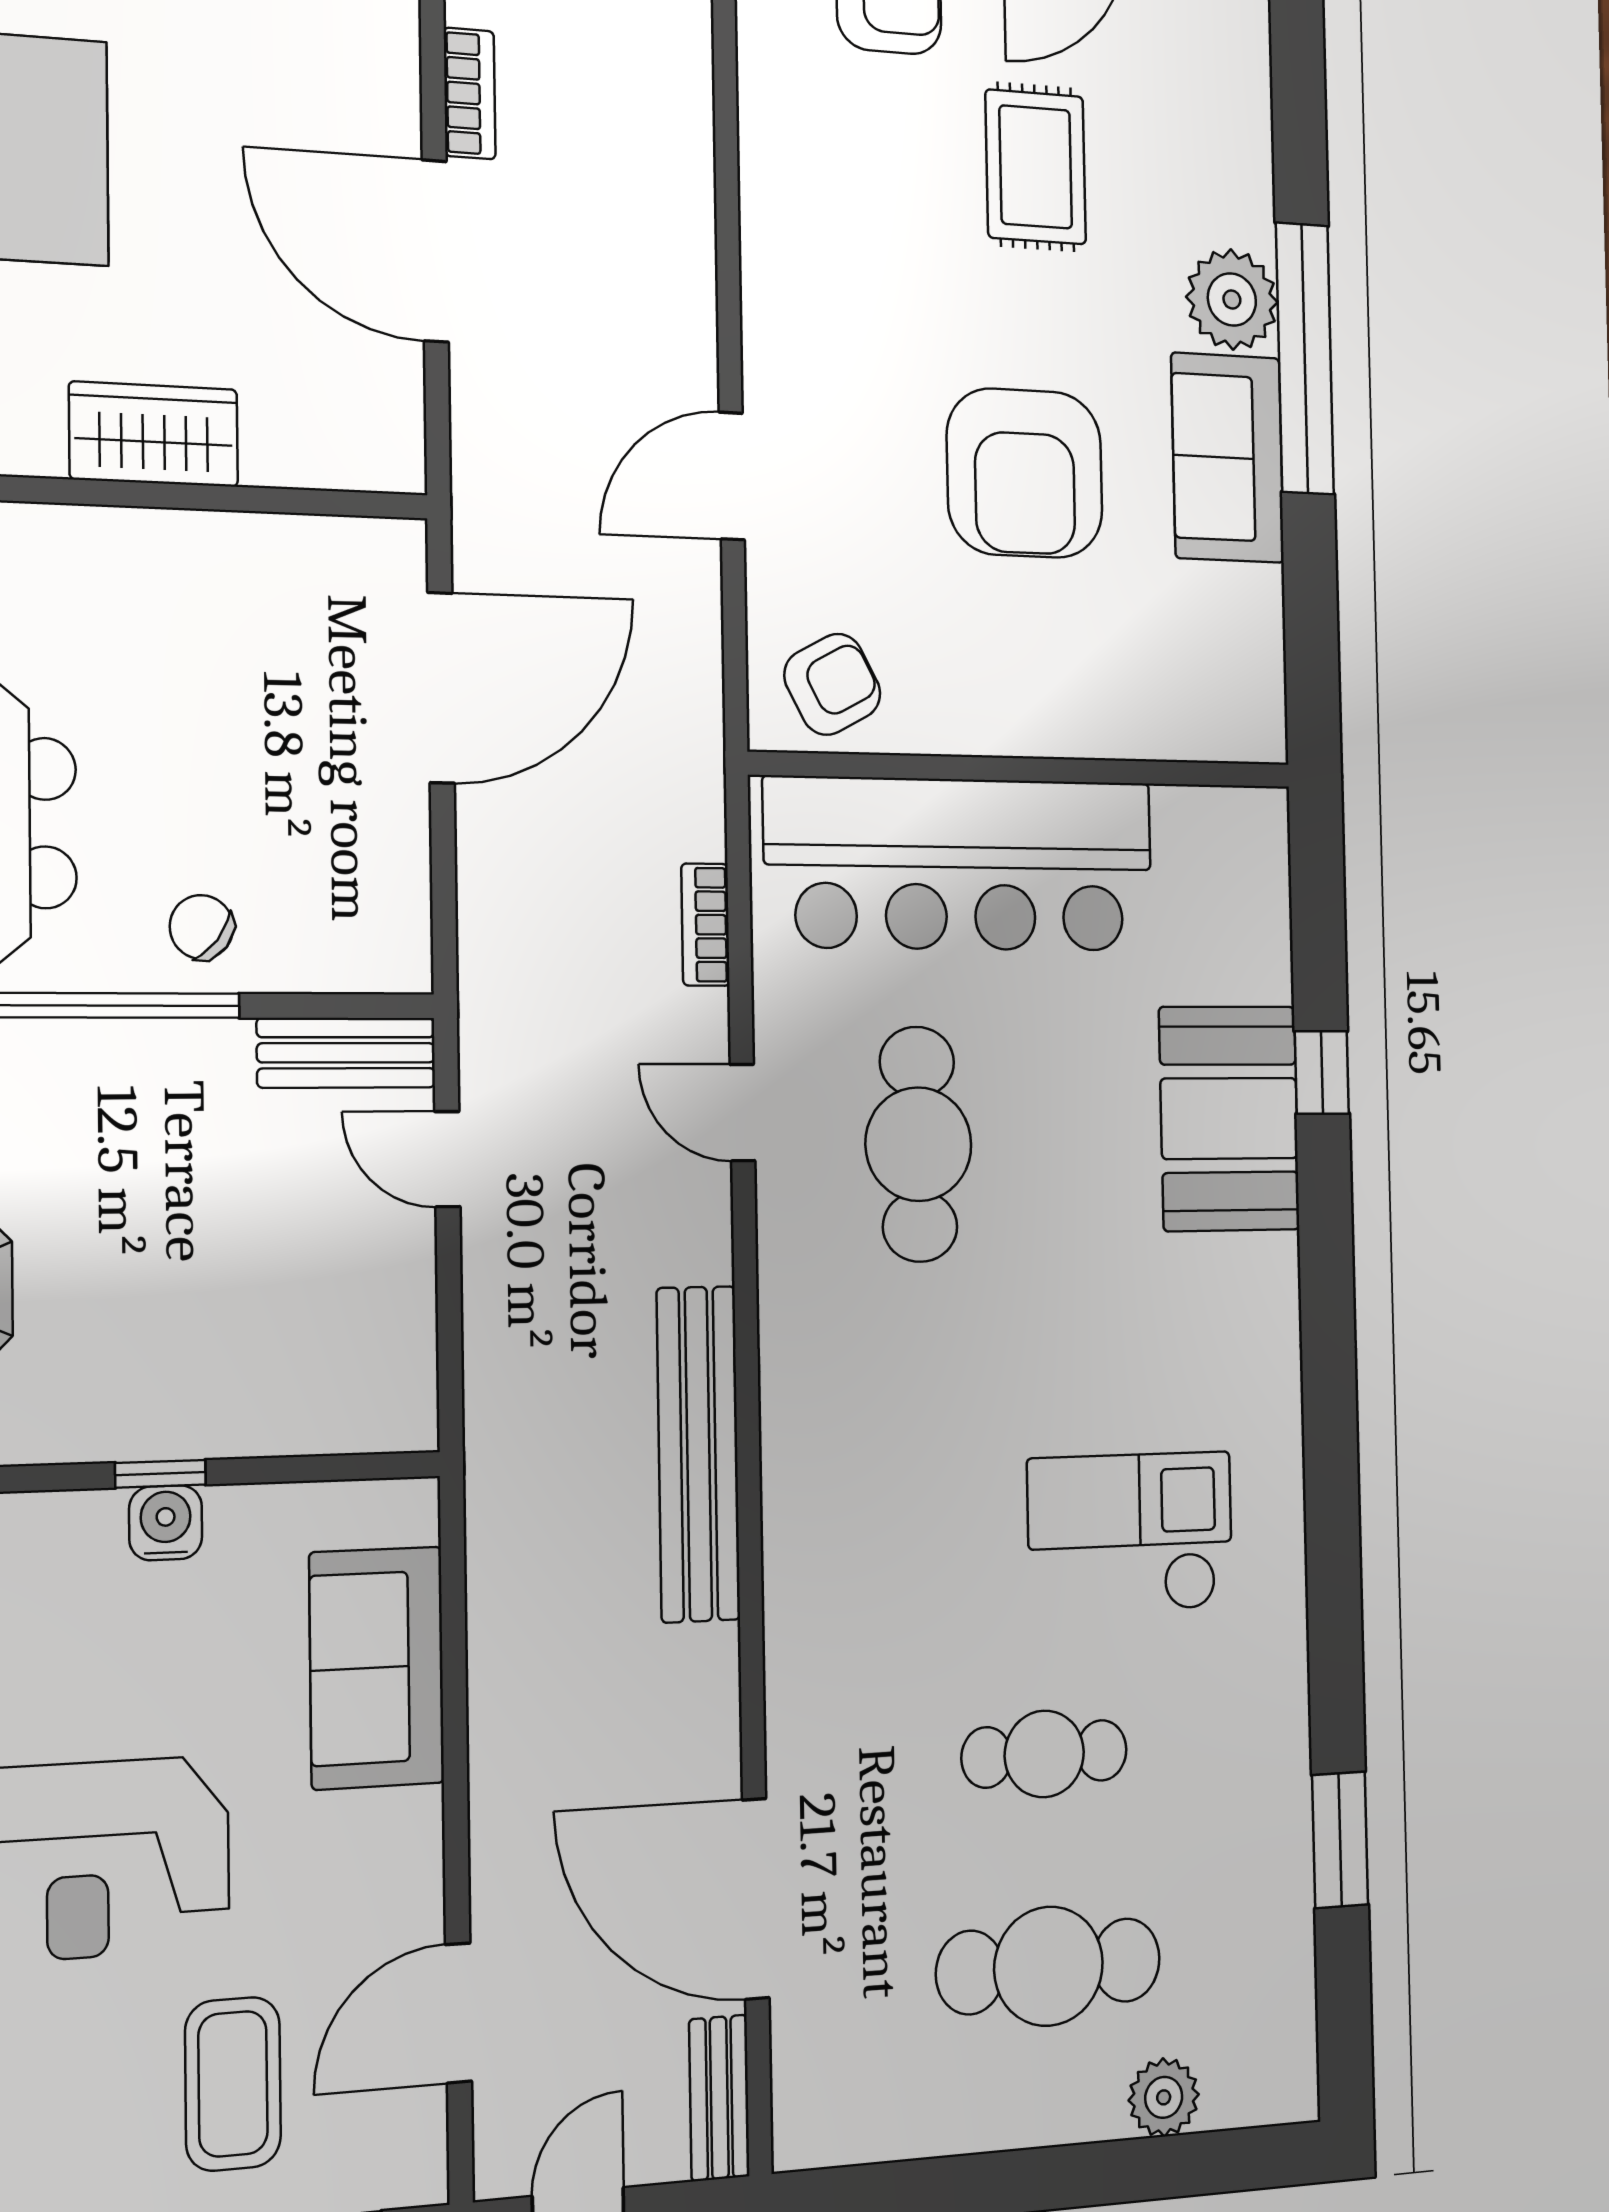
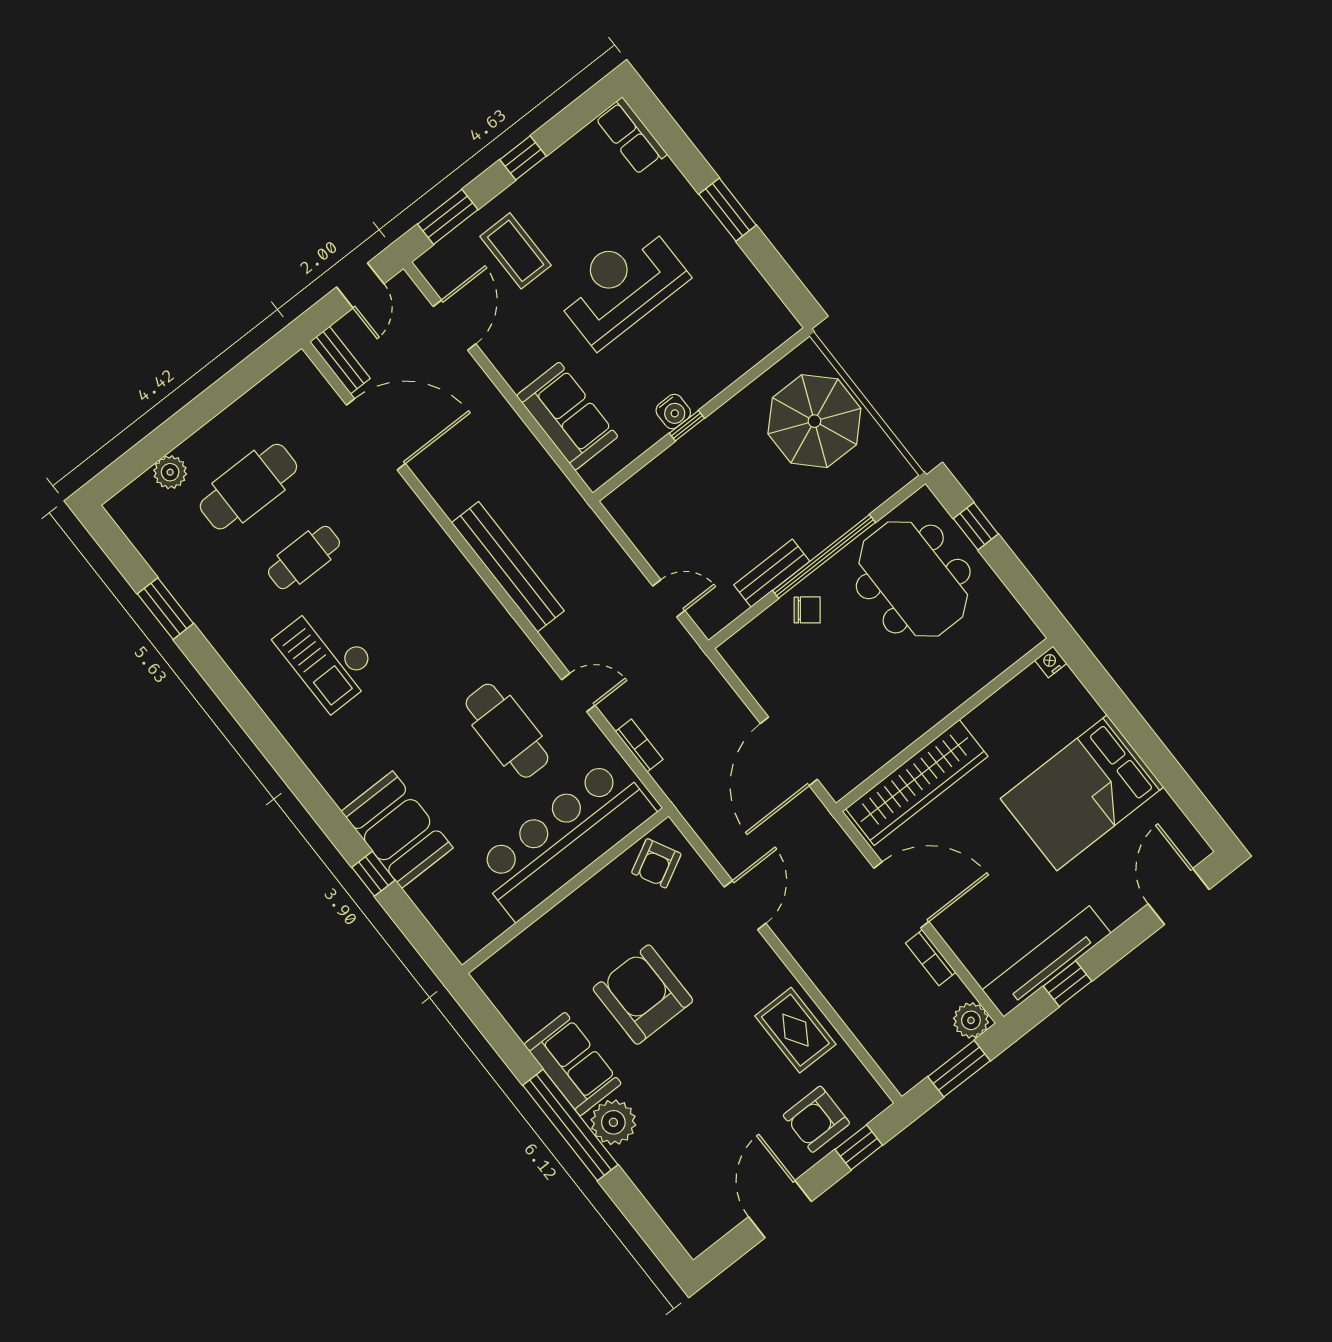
rug: (1036, 167) -> (795, 1030), moved
wardrobe: (154, 434) -> (917, 783), width x2.10, depth x1.17
bench: (346, 1053) -> (772, 573), moved
checkout: (1130, 1533) -> (327, 657), turned 90

